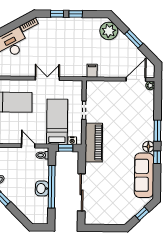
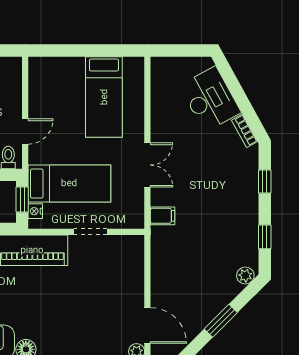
window: (76, 14) -> (265, 237), moved
plant: (109, 31) -> (245, 276), width x0.53, depth x0.53
filing cabinet: (92, 71) -> (163, 216), moved

